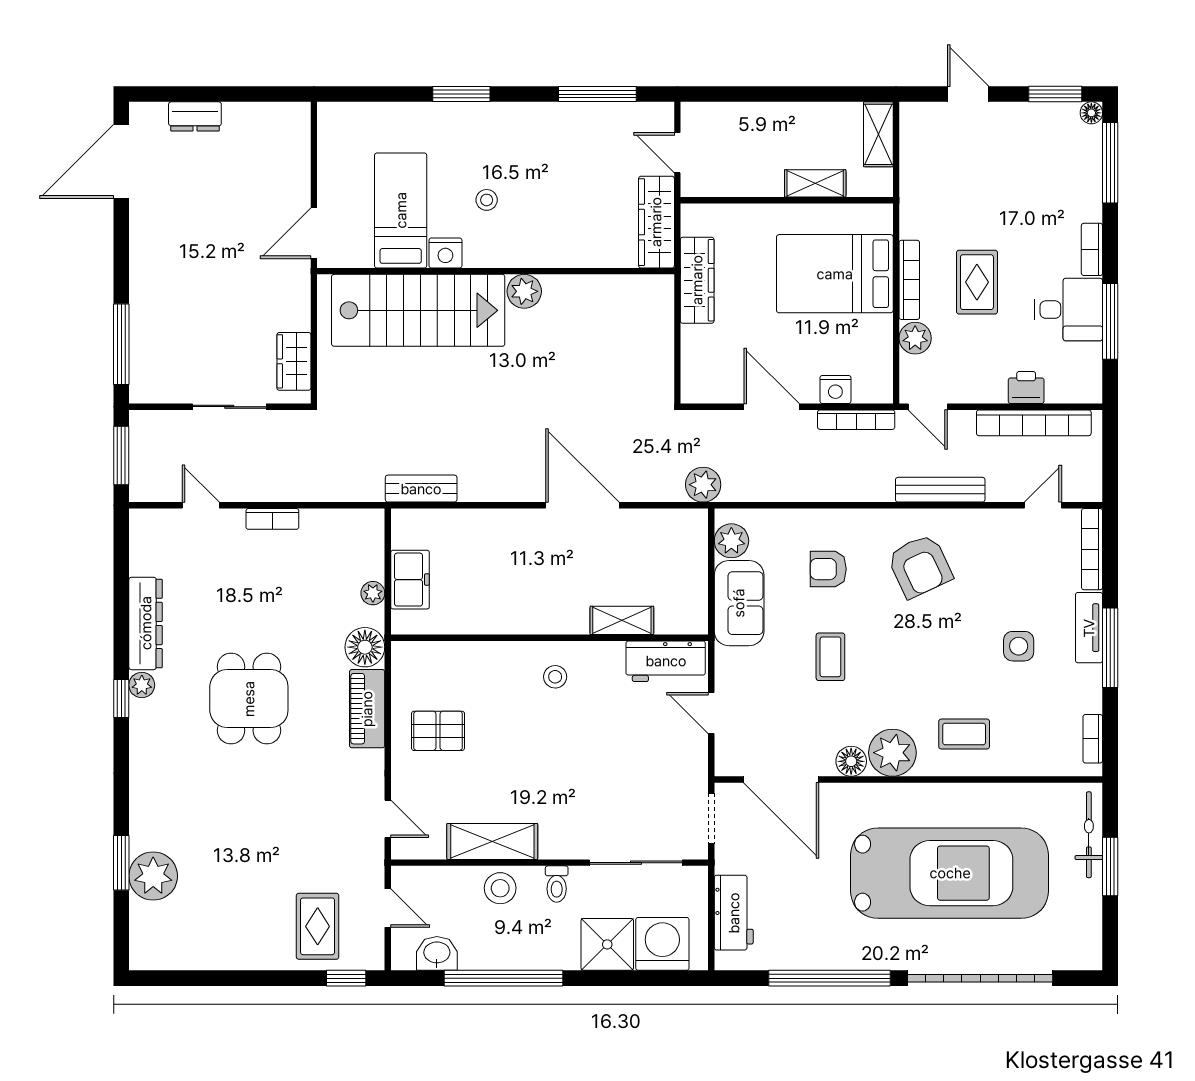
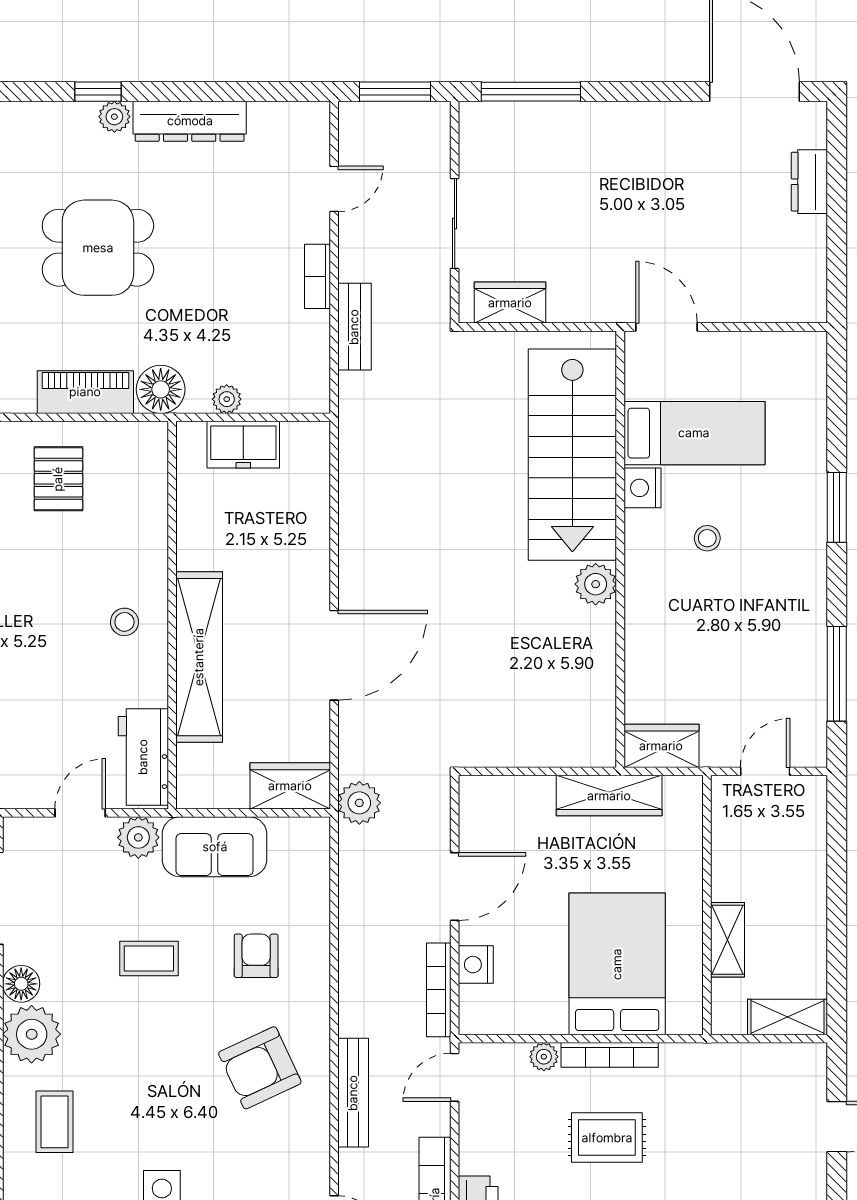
wardrobe: (656, 222) -> (661, 746), width x0.67
plant: (915, 338) -> (544, 1057), width x0.73, depth x0.73
bench: (421, 489) -> (354, 327), moved
wardrobe: (689, 541) -> (290, 786), added
plant: (731, 541) -> (138, 837), moved
shelving: (622, 620) -> (199, 657), width x2.20, depth x1.33

